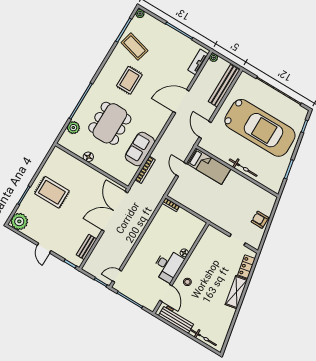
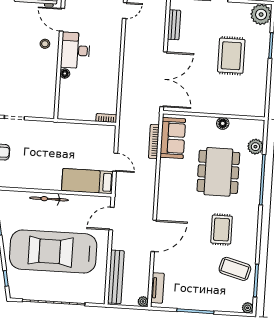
door: (205, 130) -> (112, 219), swing flipped
sofa: (140, 149) -> (173, 138), moved
rug: (52, 192) -> (231, 56), moved, turned 90

